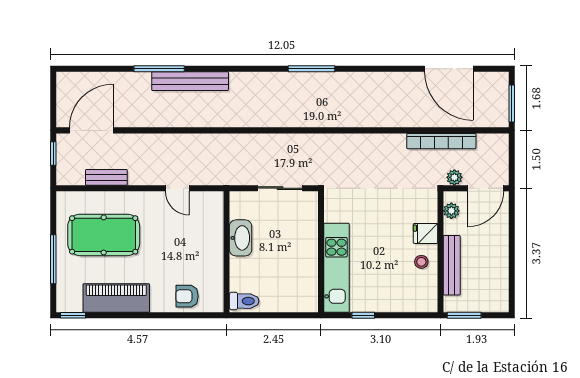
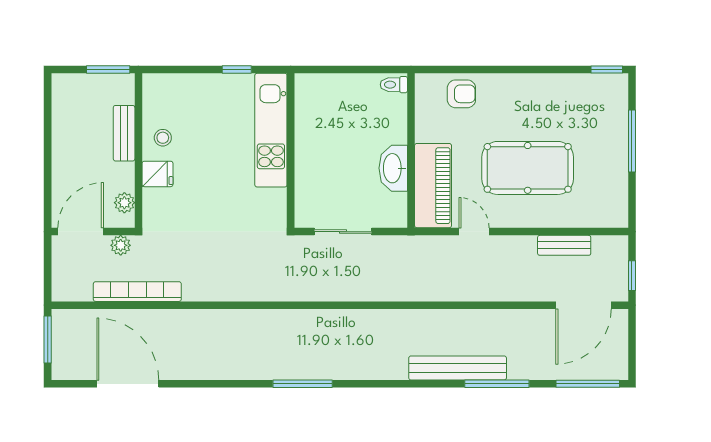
window: (88, 69) -> (588, 384), added
pool table: (104, 235) -> (528, 168), moved
bench: (452, 265) -> (124, 133), width x0.73
piano: (116, 298) -> (433, 186), moved, turned -90
toilet: (244, 301) -> (394, 85), width x0.73, depth x0.72

